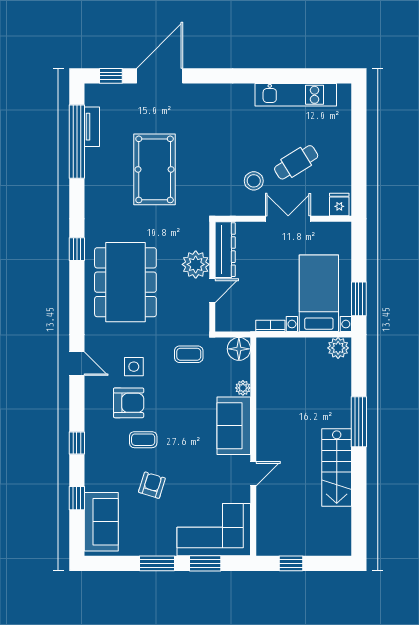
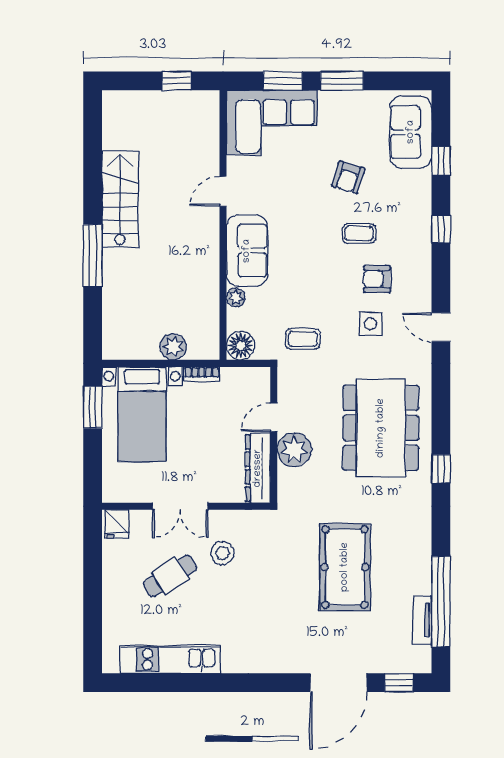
plant: (338, 348) -> (173, 347), moved
armchair: (129, 403) -> (377, 279), width x0.72, depth x0.72

